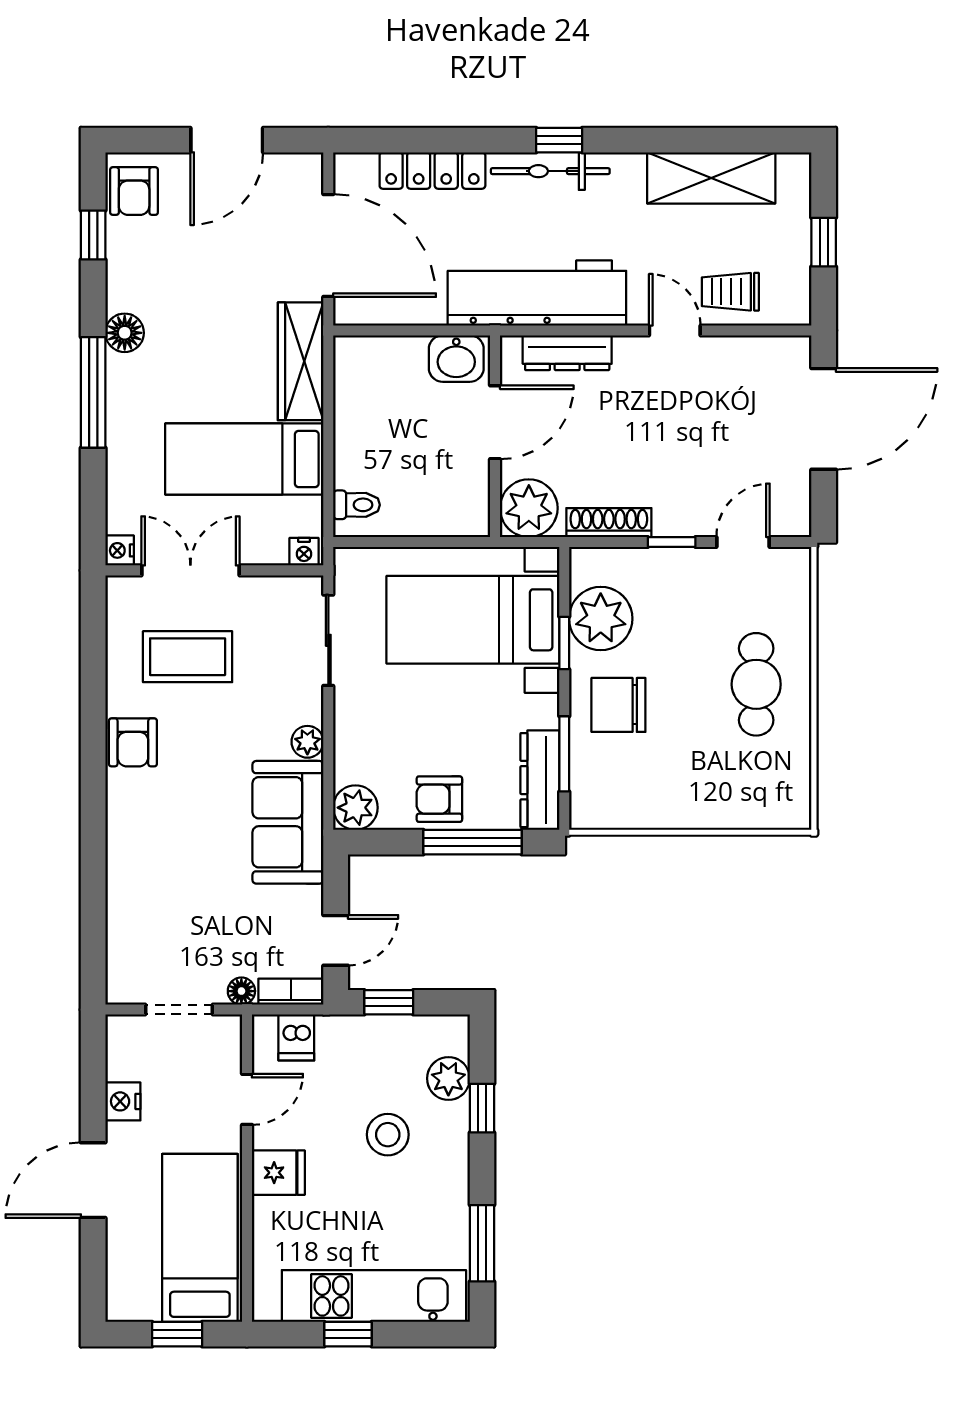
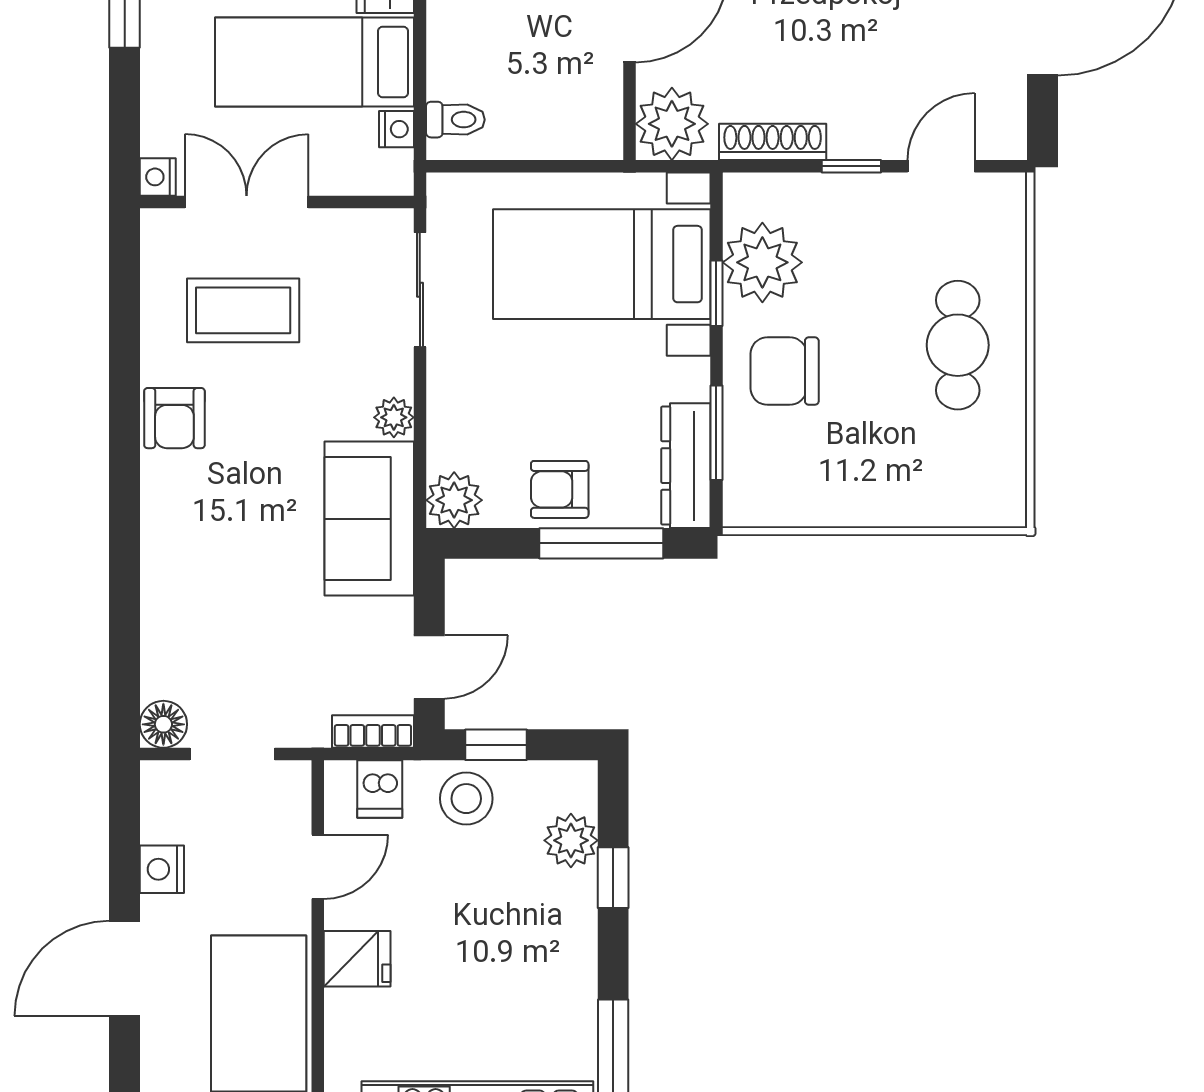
nightstand: (304, 552) -> (397, 129), moved, turned -90
floor lamp: (241, 991) -> (163, 724), moved, width x1.37, depth x1.37
stool: (388, 1135) -> (466, 799), moved

